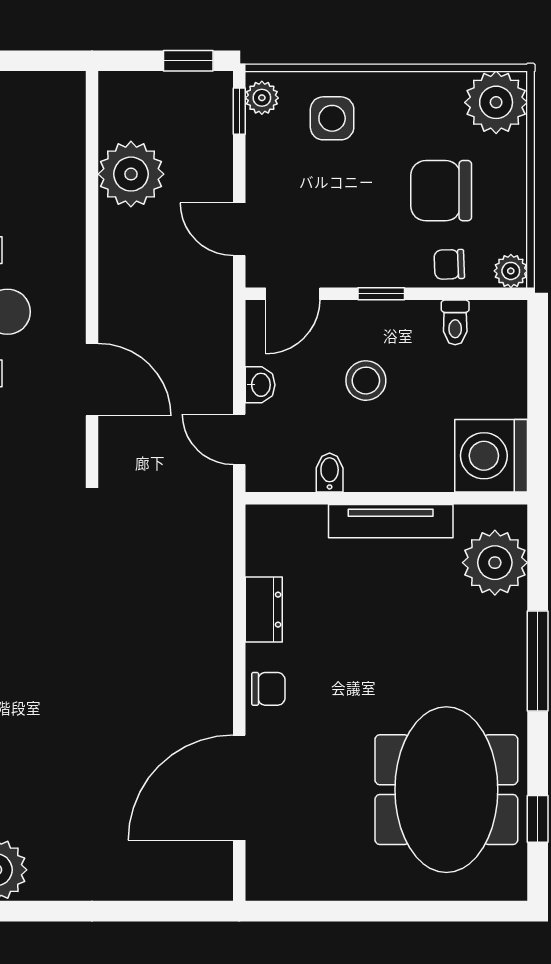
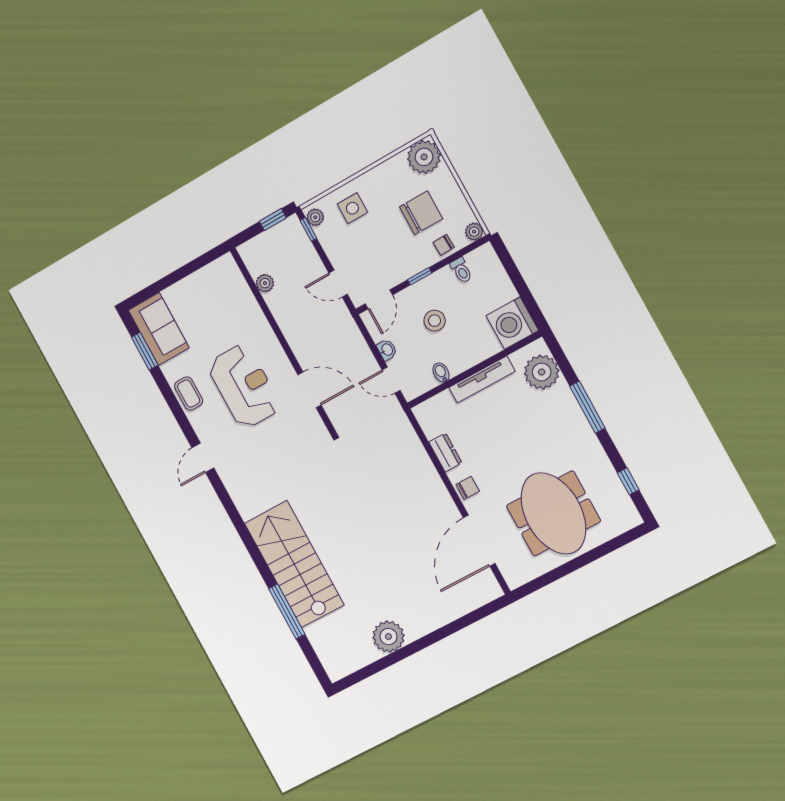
plant: (131, 174) -> (265, 283), width x0.53, depth x0.53
chair: (441, 191) -> (421, 213), turned 180
meeting table: (446, 790) -> (553, 513), moved

